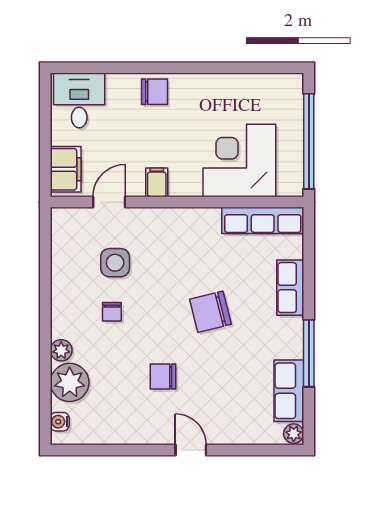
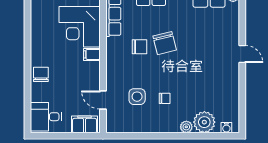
filing cabinet: (157, 182) -> (92, 54), moved
chair: (163, 377) -> (139, 47), moved, turned -90
door: (191, 450) -> (242, 54), swing flipped

